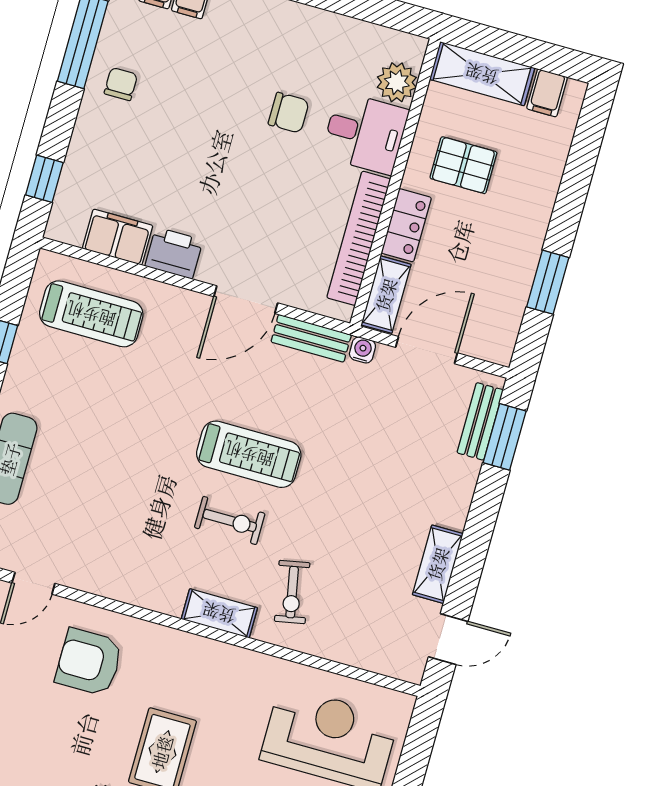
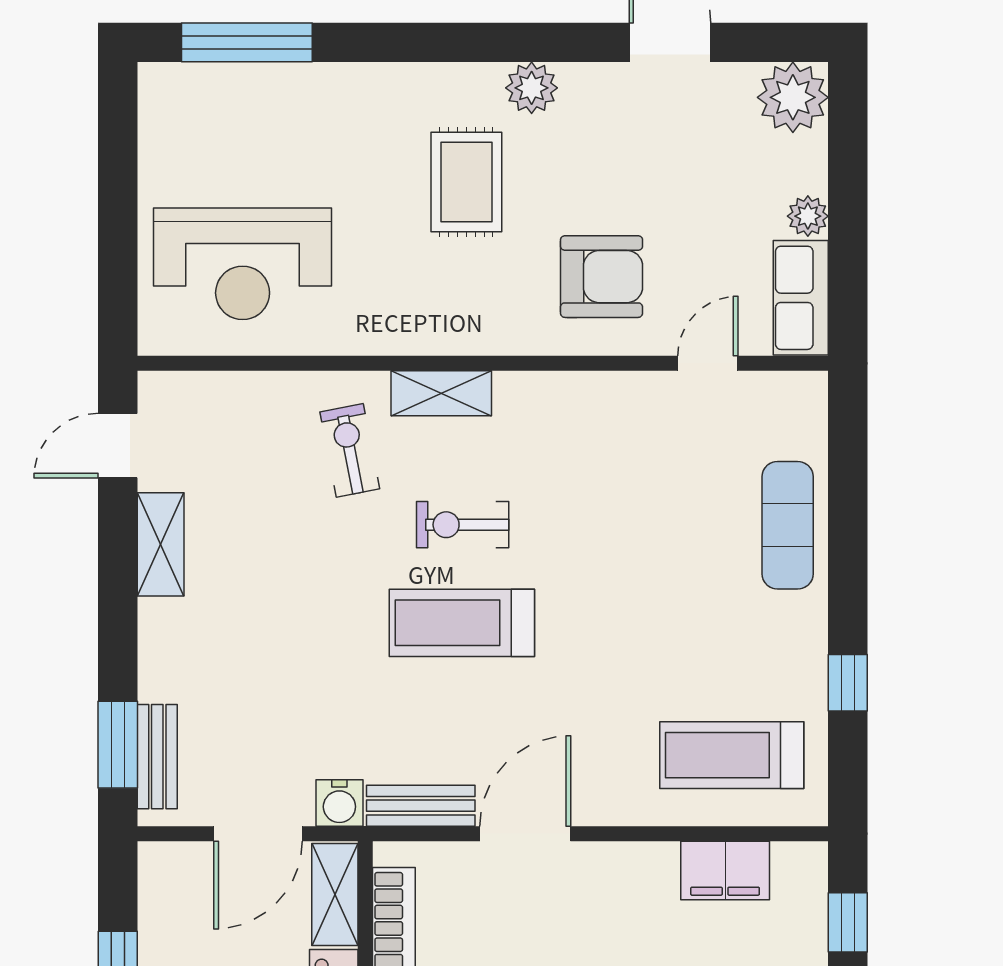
printer: (174, 253) -> (642, 870), removed
water cooler: (362, 350) -> (339, 803), width x1.38, depth x1.38

